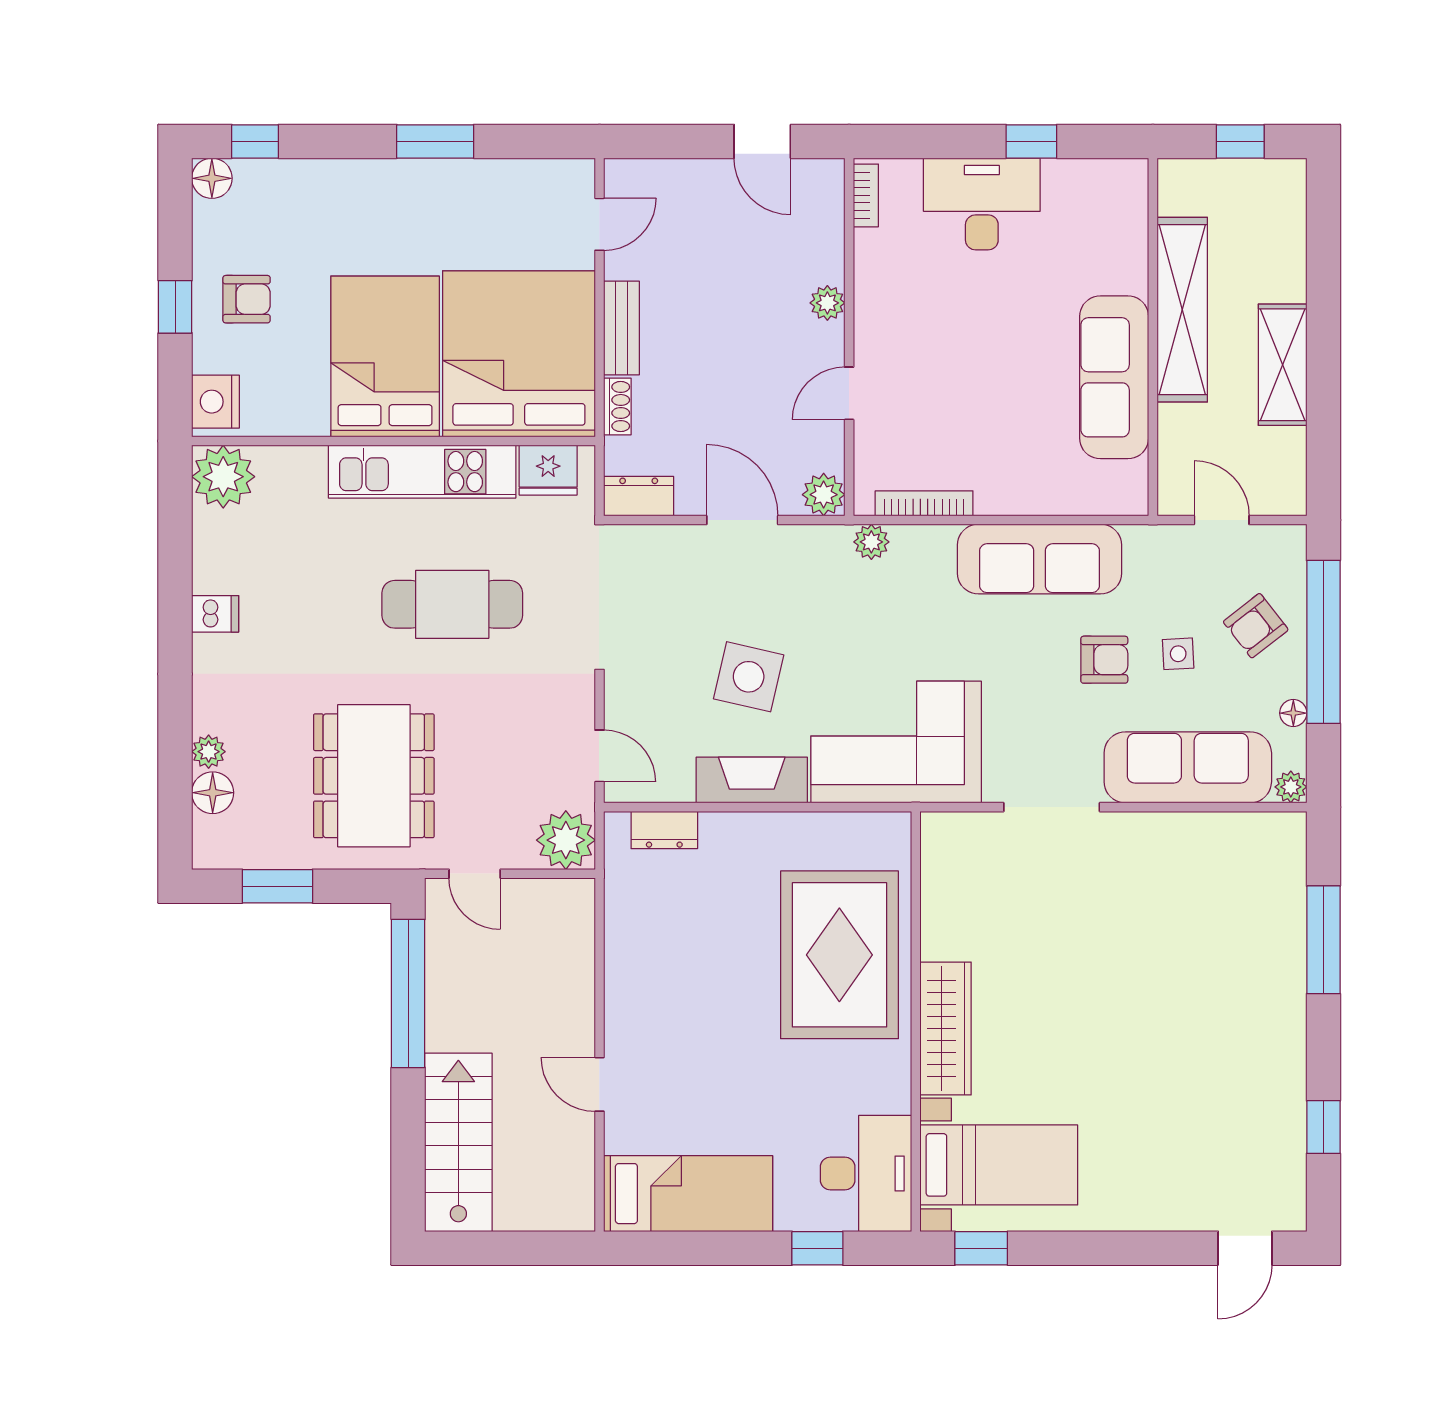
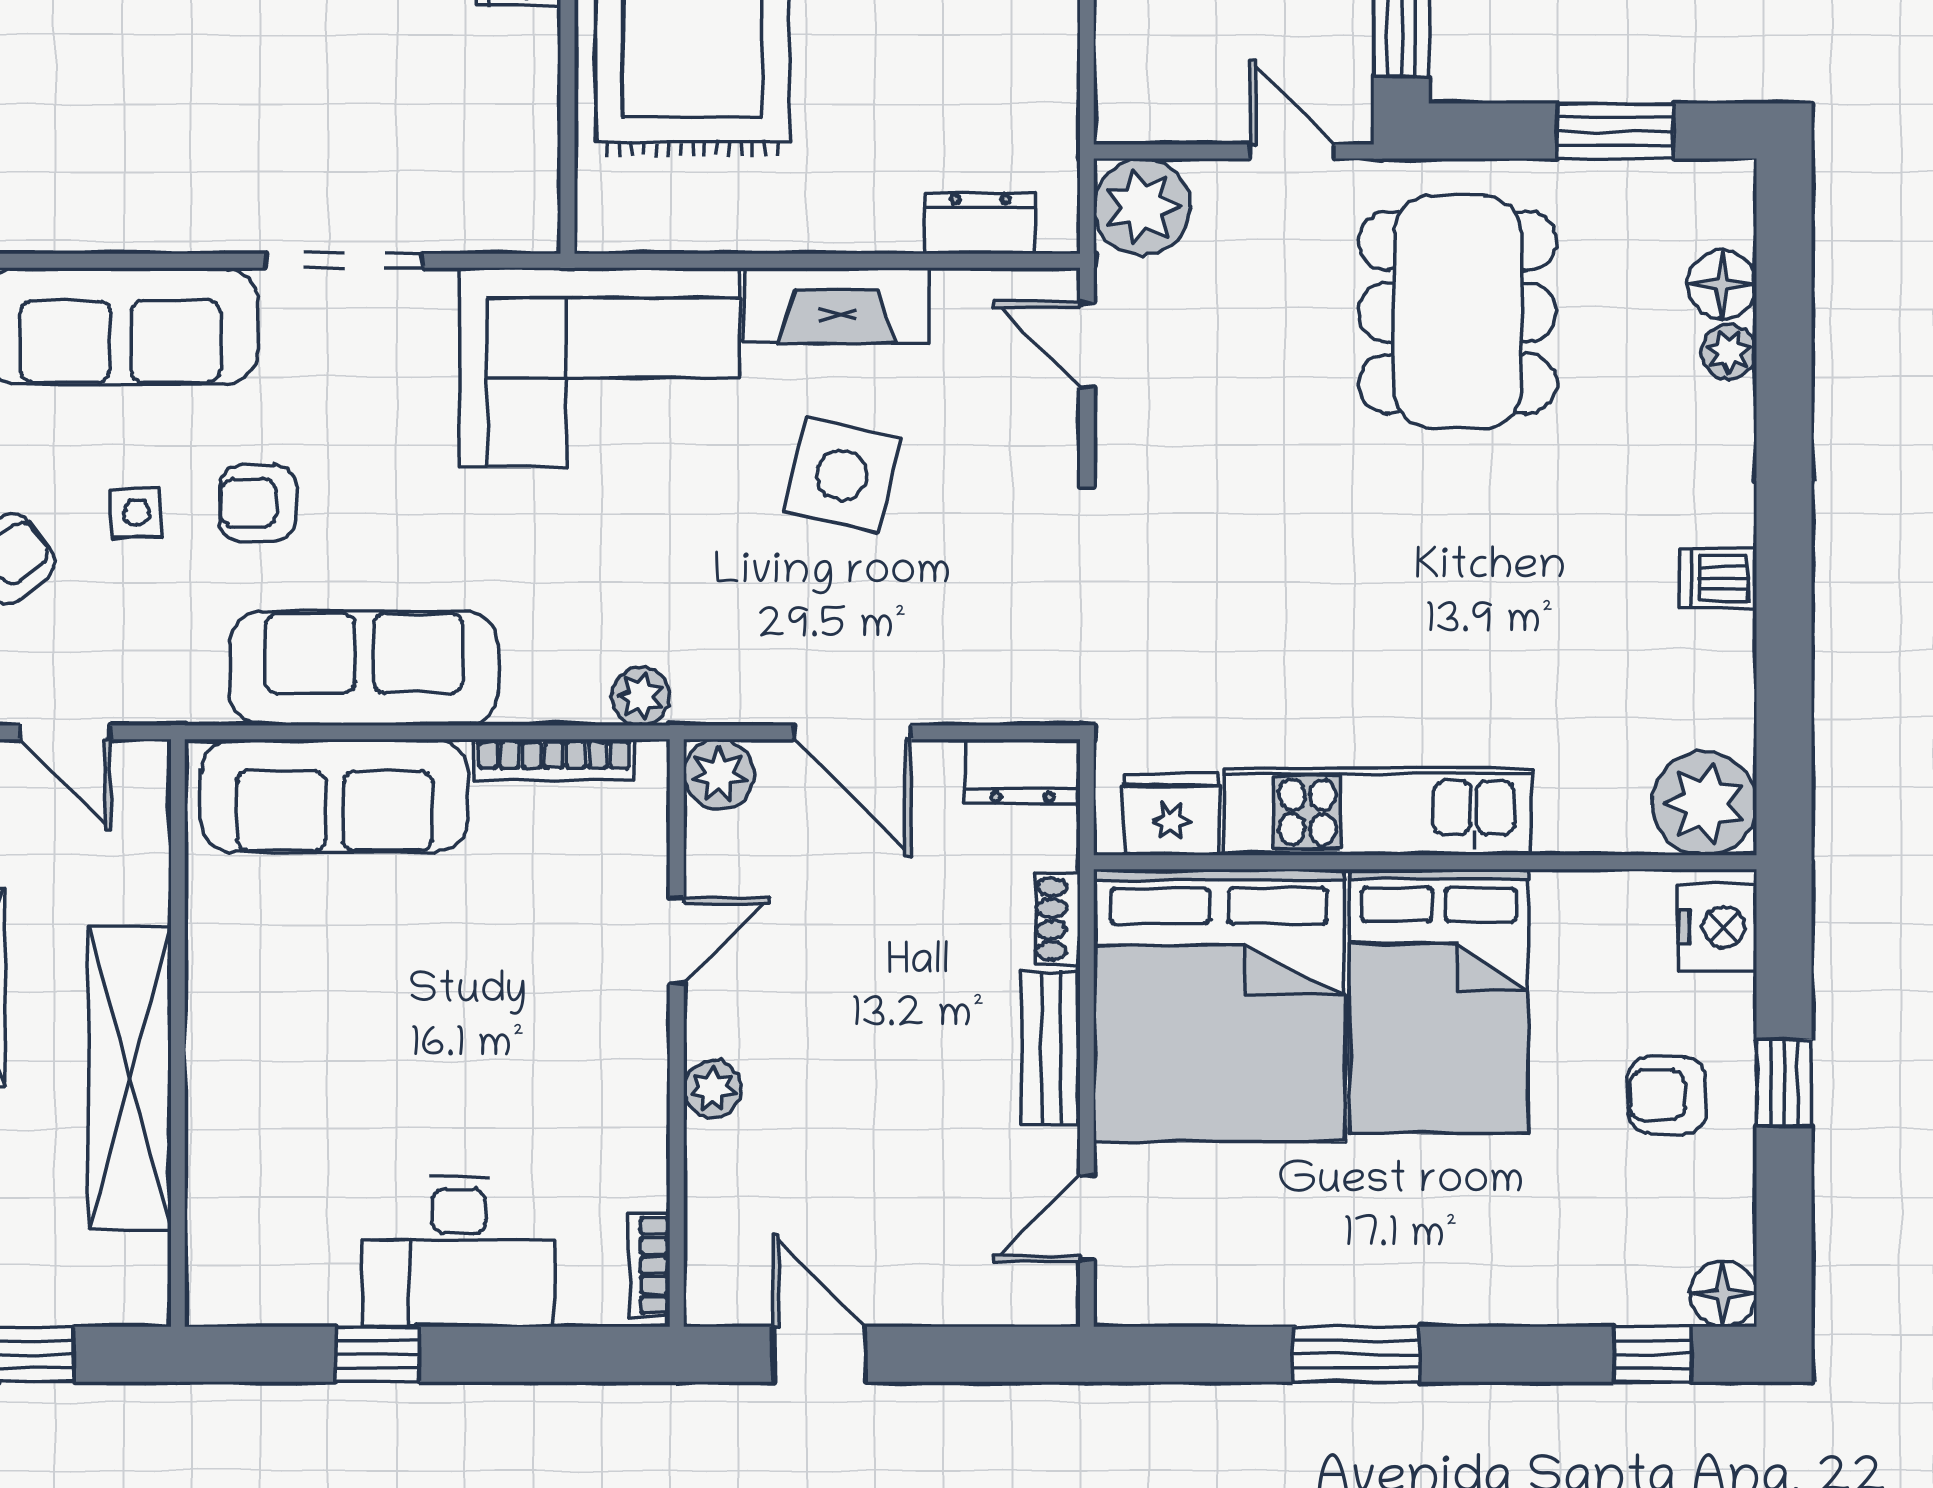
sofa: (1114, 377) -> (334, 796), moved, turned 90
cafe table: (452, 604) -> (1329, 594), removed

